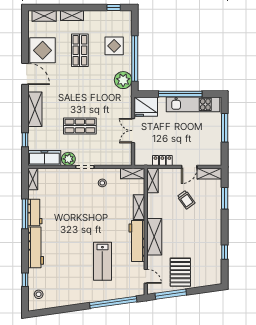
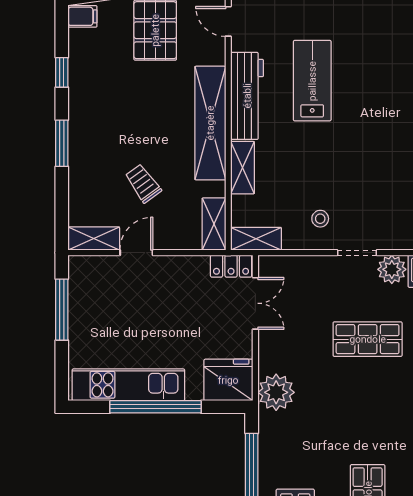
plant: (123, 80) -> (276, 392), moved
window: (225, 128) -> (62, 310), moved
double door: (133, 131) -> (255, 303), moved
locker: (162, 160) -> (231, 266), moved
window: (225, 198) -> (62, 143), moved
shelving: (154, 237) -> (210, 123), width x1.47
lab bench: (102, 261) -> (312, 81), moved
filing cabinet: (215, 279) -> (82, 16), added

